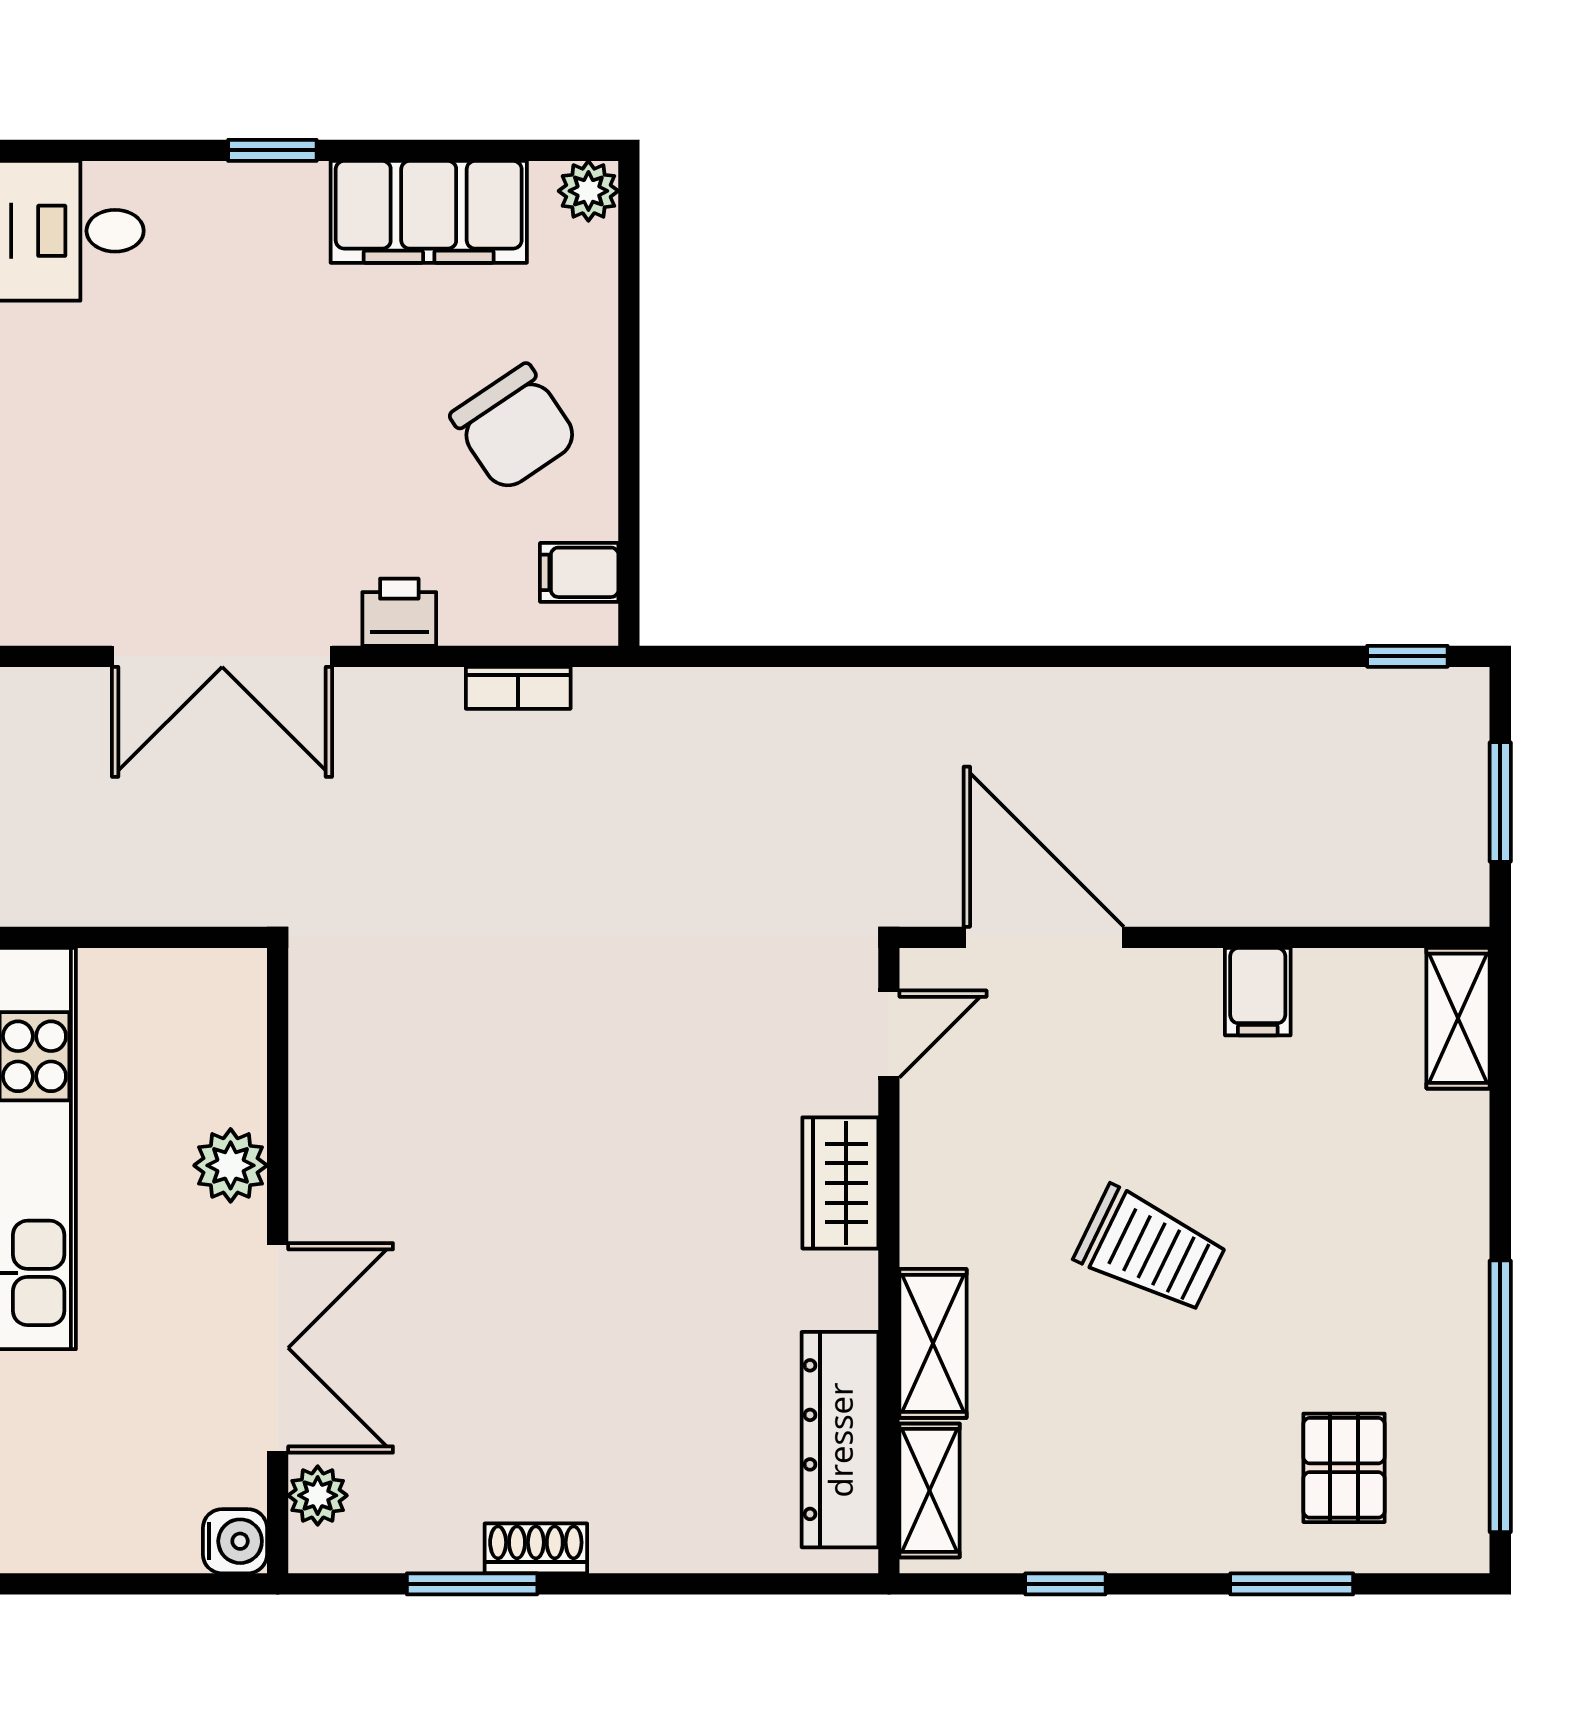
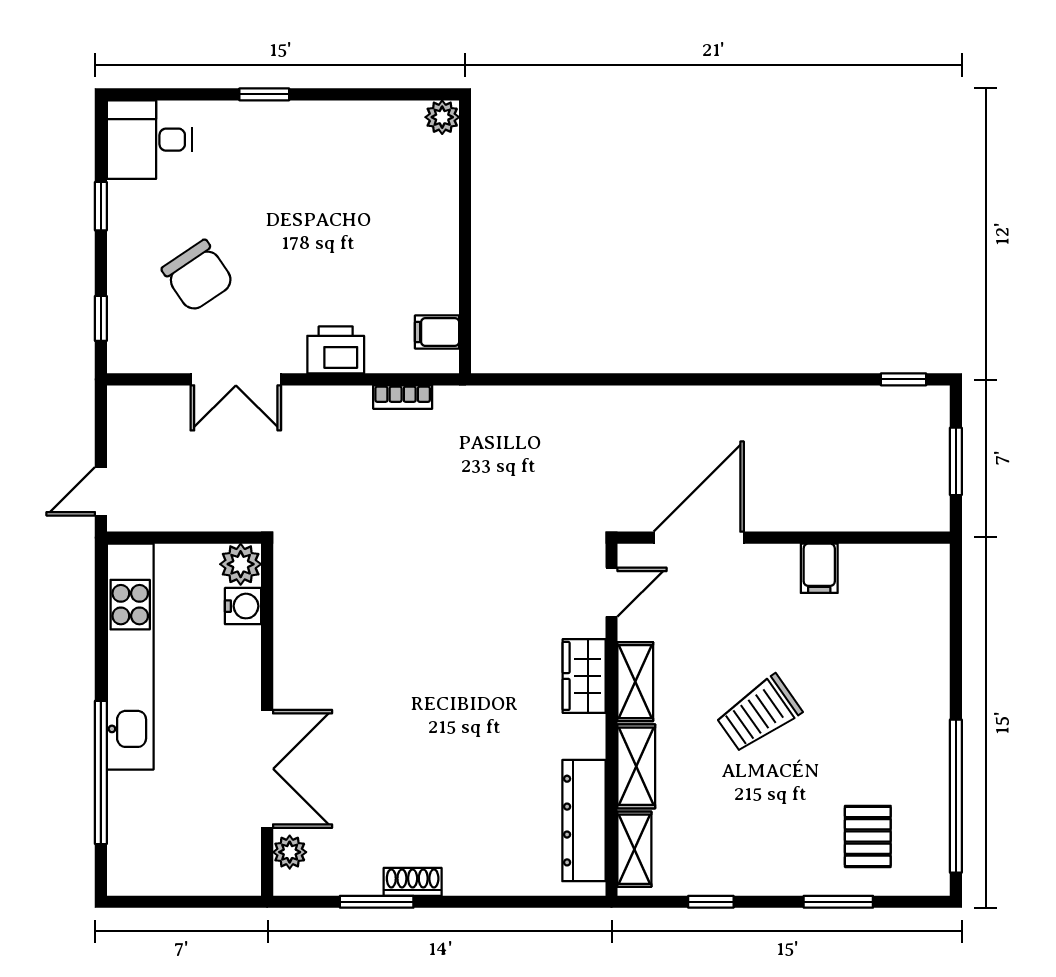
filing cabinet: (429, 212) -> (352, 129), removed
chair: (514, 428) -> (198, 276), moved
printer: (399, 612) -> (336, 350), width x1.36, depth x1.24
double door: (222, 656) -> (236, 379), width x0.73
door: (1044, 937) -> (699, 538), hinge flipped
shelving: (1458, 1018) -> (635, 682), moved
plant: (231, 1165) -> (241, 564), moved
trolley: (1151, 1250) -> (759, 714), turned 119
water cooler: (235, 1541) -> (243, 606), moved

